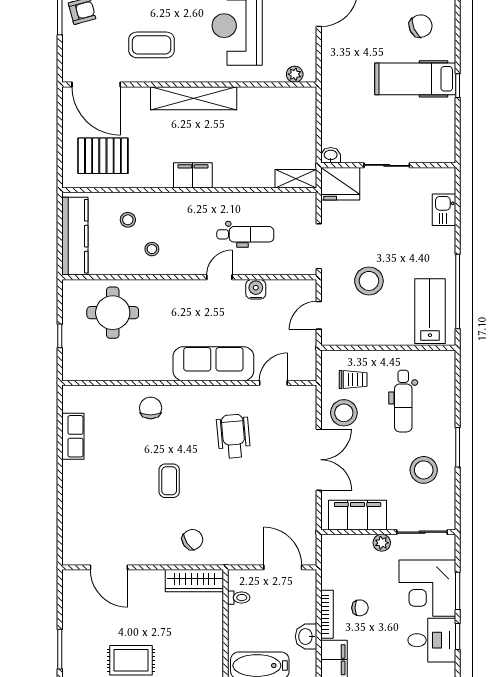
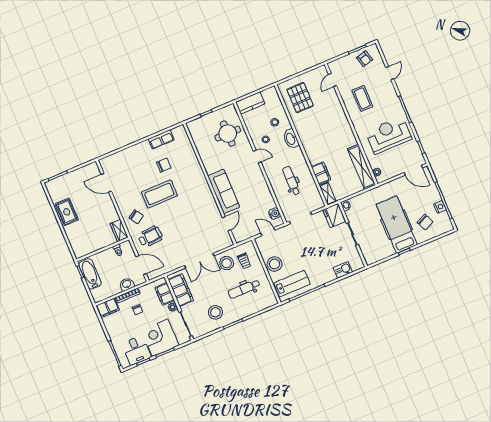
hospital bed: (415, 79) -> (397, 225), width x1.37, depth x1.29
door: (96, 84) -> (332, 80), width x0.53
shelving: (194, 98) -> (361, 167), moved
filing cabinet: (193, 175) -> (321, 173), moved
washbasin: (170, 203) -> (291, 139), added
dental chair: (245, 234) -> (291, 181), turned 180
kitchen counter: (75, 236) -> (250, 103), width x0.67
door: (219, 277) -> (257, 156), moved
stool: (369, 281) -> (275, 264), moved
water cooler: (256, 289) -> (275, 214), moved
door: (273, 383) -> (227, 224), hinge flipped
chair: (151, 408) -> (164, 165), moved
wheelchair: (233, 436) -> (150, 237), moved
coffee table: (169, 481) -> (159, 194), width x1.86, depth x1.72
filing cabinet: (352, 547) -> (165, 294), added
door: (109, 567) -> (106, 183), hinge flipped
door: (283, 567) -> (141, 265), hinge flipped
wardrobe: (194, 581) -> (119, 231), width x0.67
washbasin: (306, 636) -> (127, 284), moved

